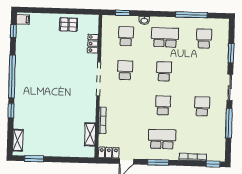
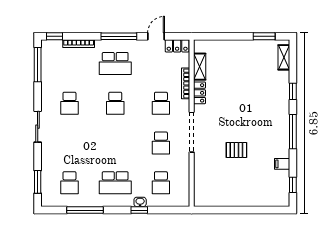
window: (123, 13) -> (139, 210), moved
filing cabinet: (23, 19) -> (282, 164), moved
pallet: (69, 25) -> (236, 150), moved
locker: (93, 44) -> (199, 93), moved
window: (231, 53) -> (38, 182), moved
school desk: (164, 71) -> (161, 103), moved
window: (12, 77) -> (293, 132), width x0.68
window: (229, 123) -> (38, 65), moved
window: (158, 162) -> (119, 36), width x1.44

